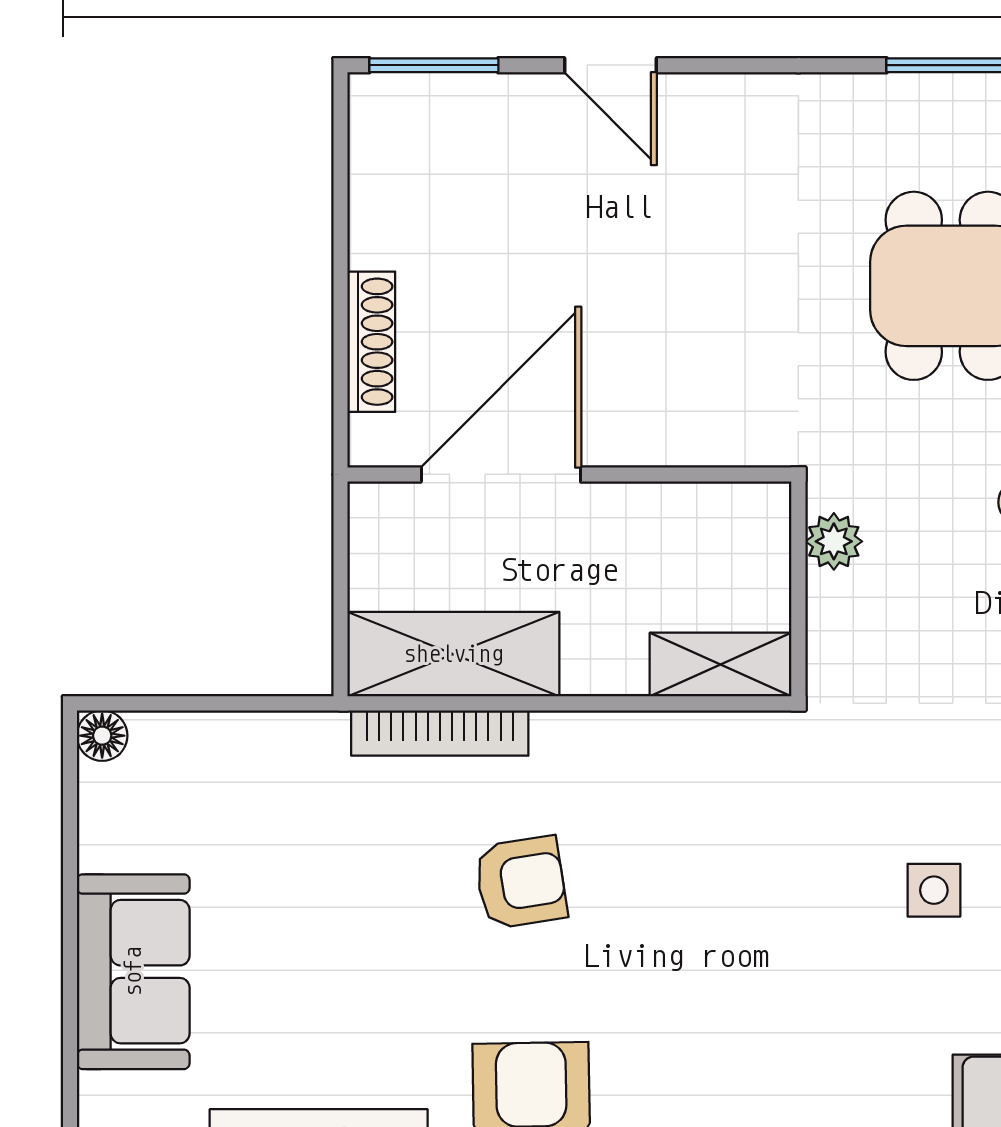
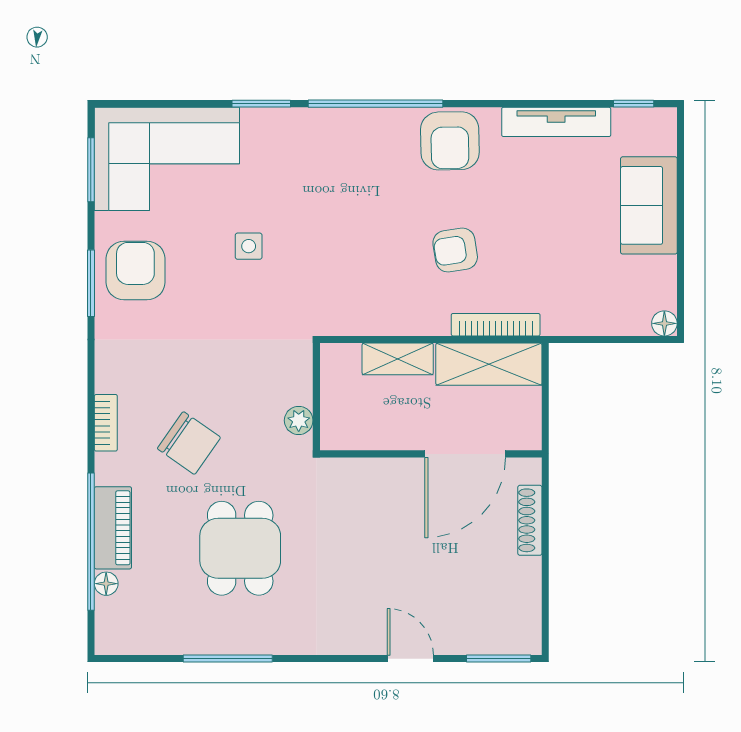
shelving: (721, 665) -> (398, 359), moved

